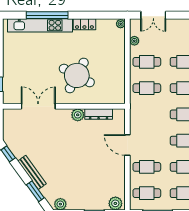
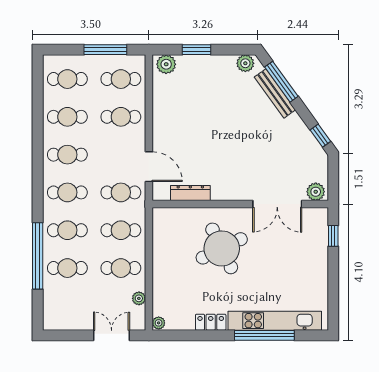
round table: (77, 75) -> (222, 248), turned 36
cafe table: (147, 114) -> (121, 192), added
plant: (78, 115) -> (316, 192), moved
door: (127, 145) -> (149, 167), moved
bench: (32, 172) -> (275, 93), moved
window: (35, 191) -> (281, 82), width x1.44

